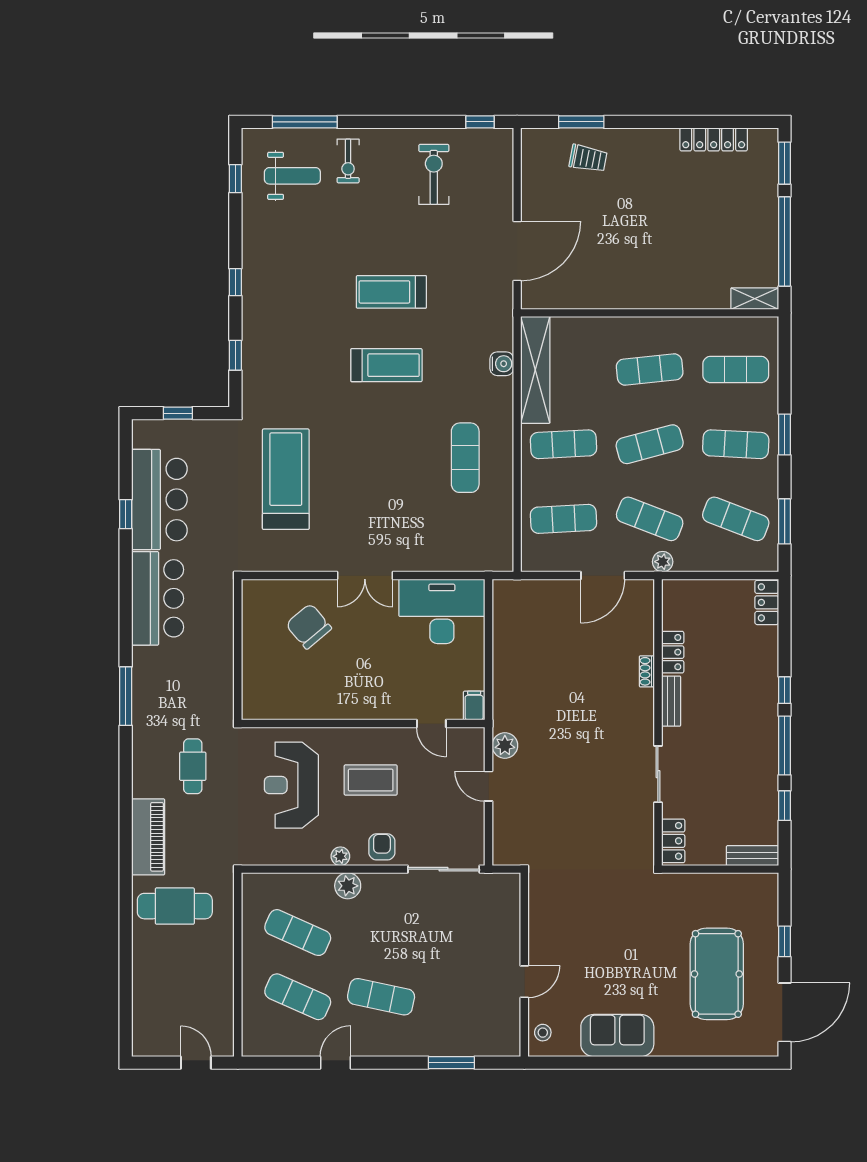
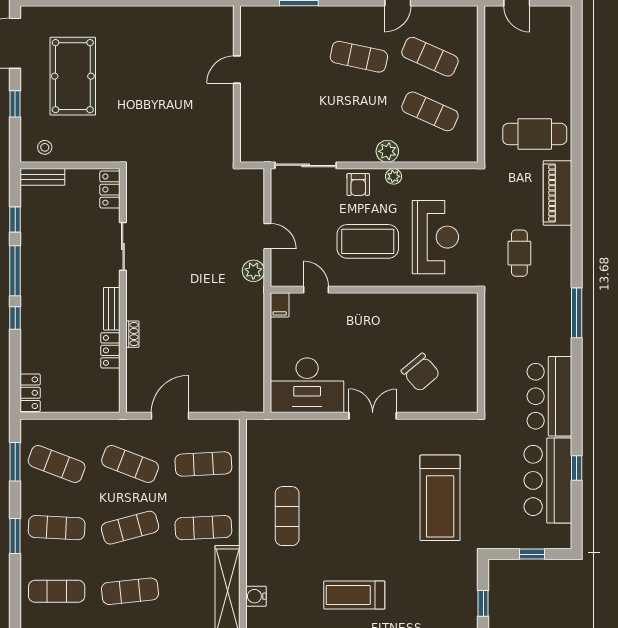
plant: (663, 562) -> (119, 427), removed
coffee table: (371, 780) -> (368, 241), width x1.36, depth x1.32
stool: (543, 1033) -> (45, 147), moved
sofa: (617, 1035) -> (158, 24), removed

